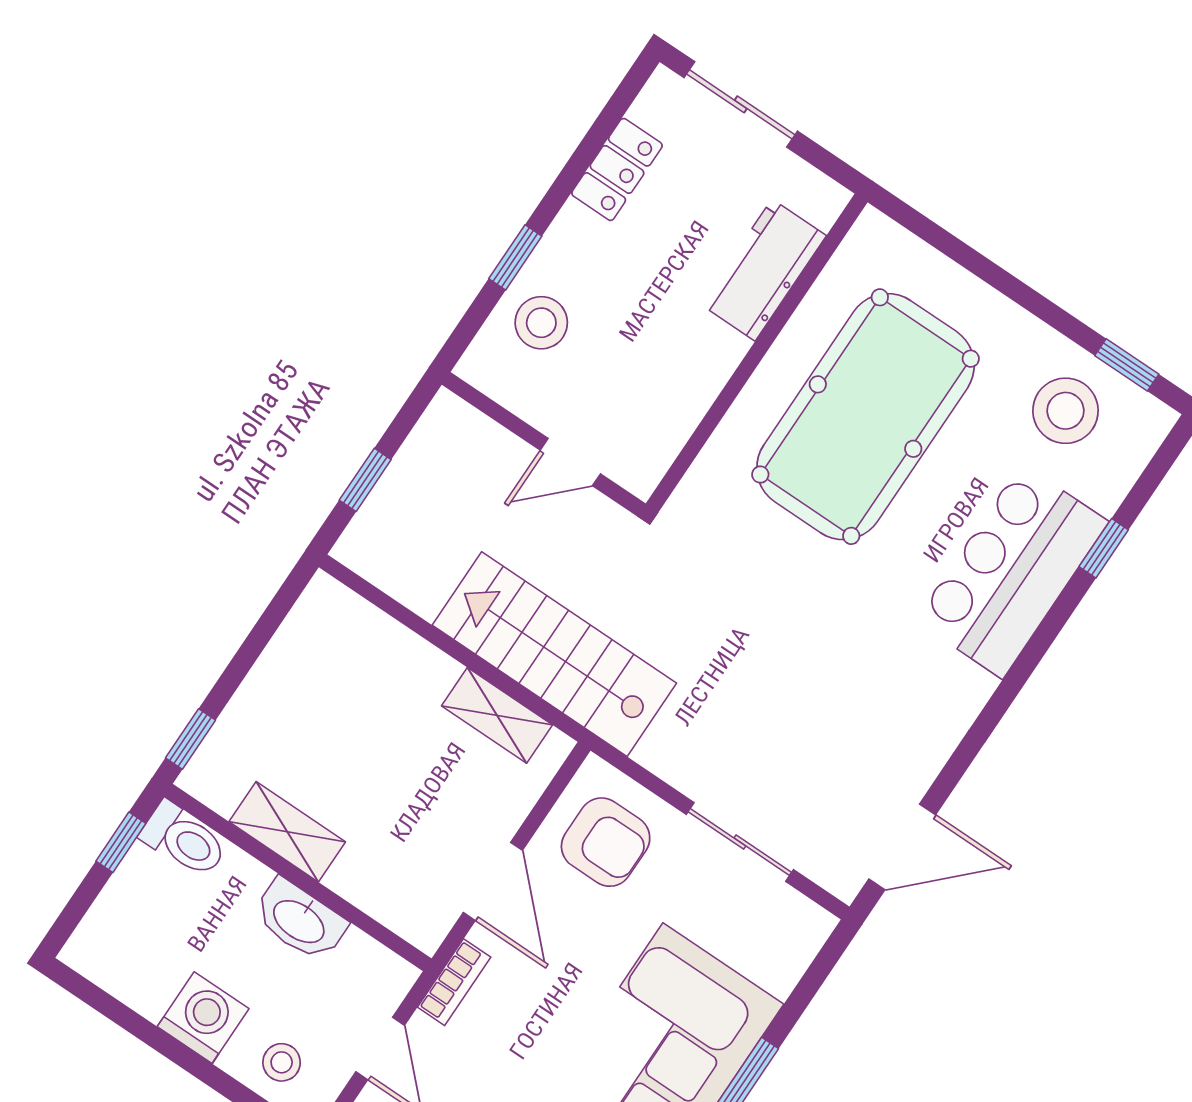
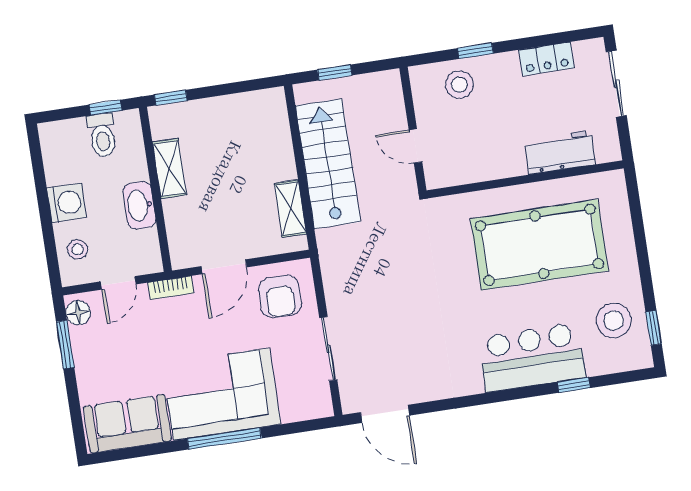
stairs: (554, 654) -> (328, 164), moved
toilet: (184, 840) -> (102, 135), moved

